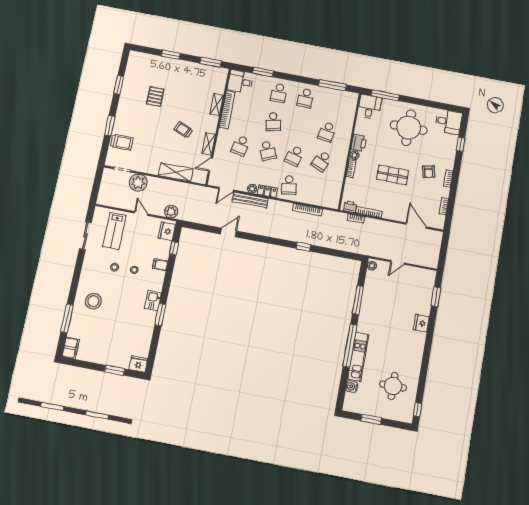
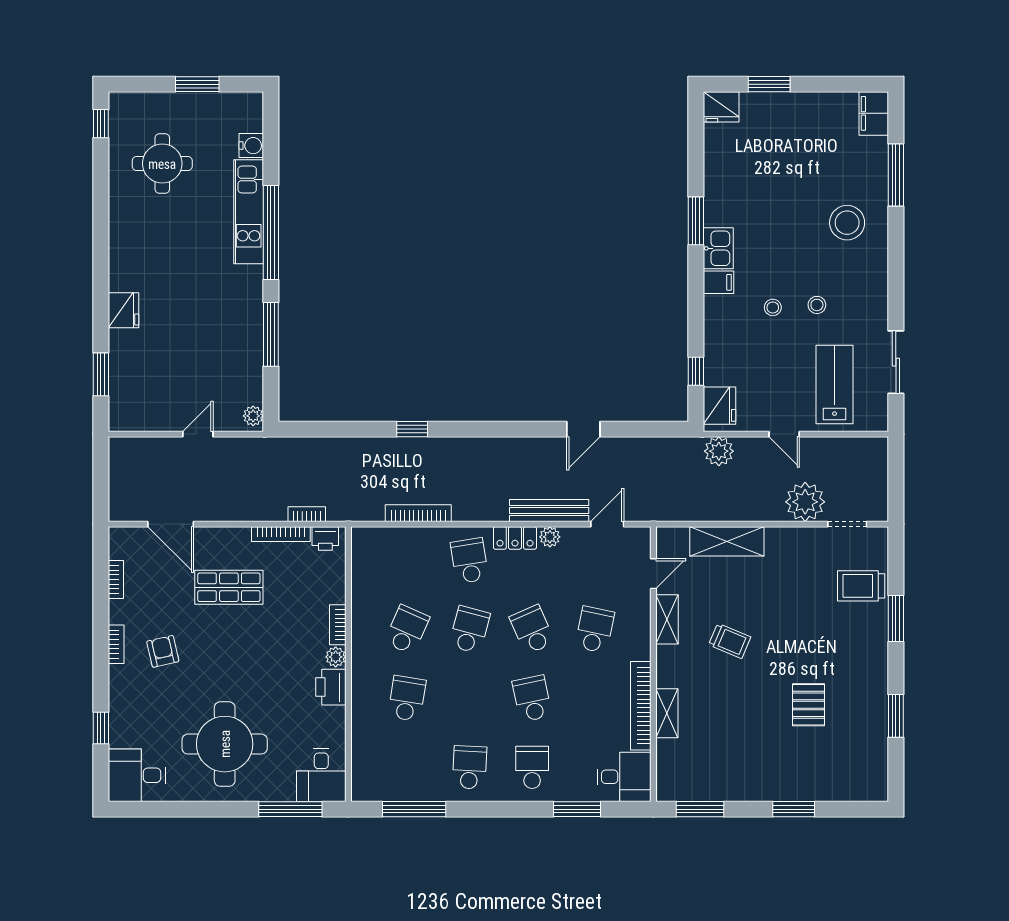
shop shelf: (392, 175) -> (229, 587), moved
filing cabinet: (160, 265) -> (718, 282), moved

